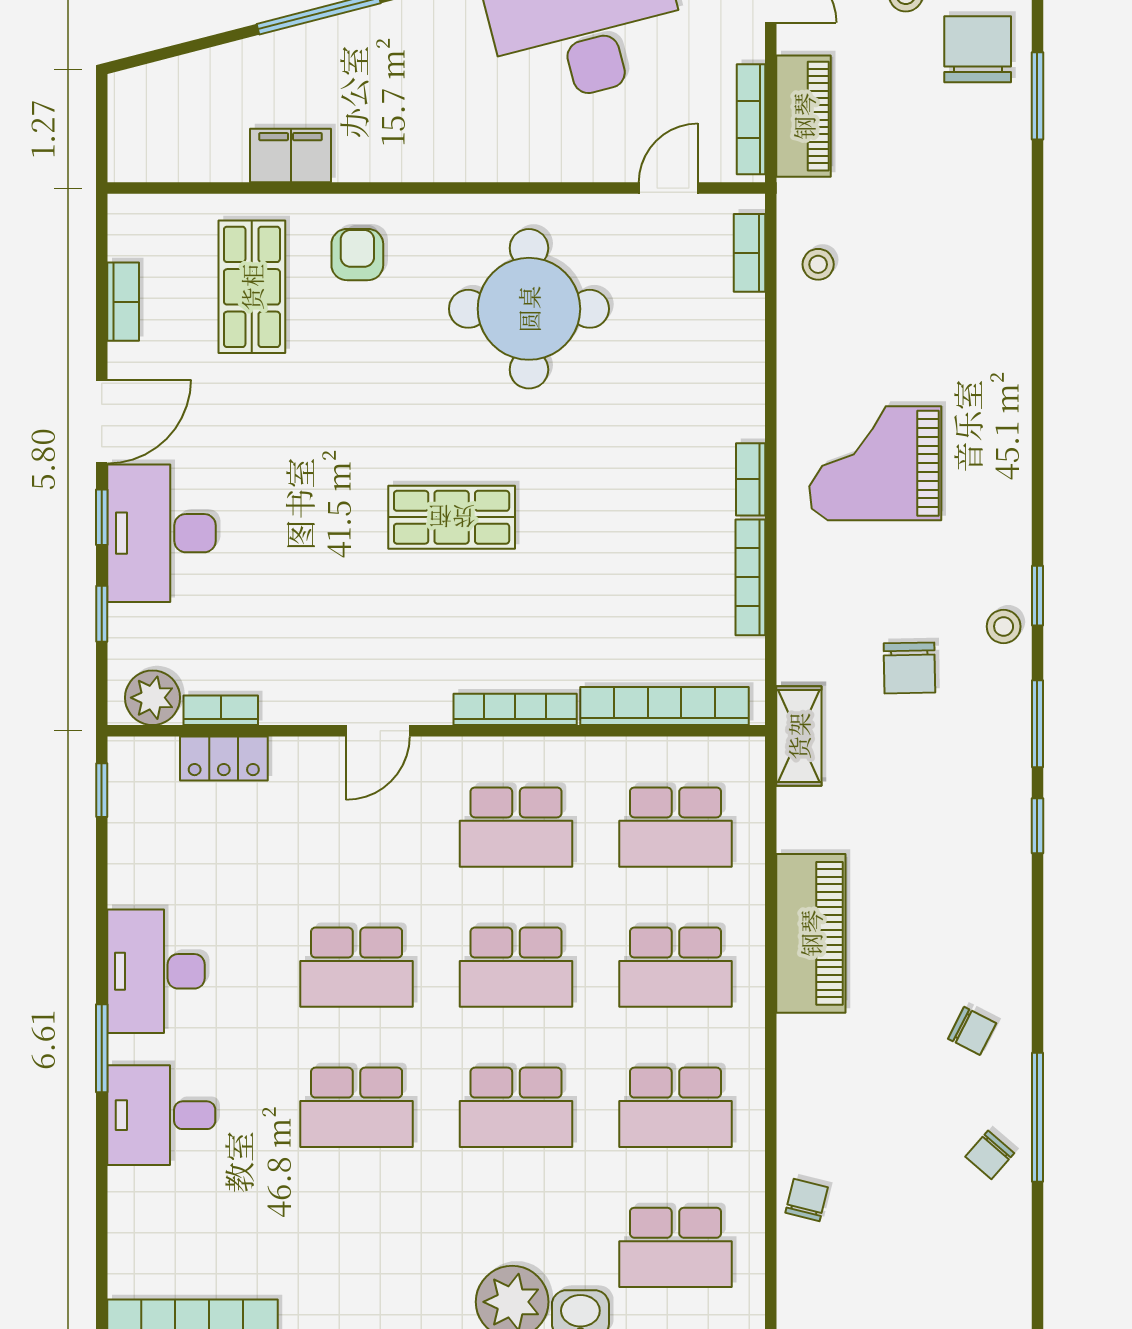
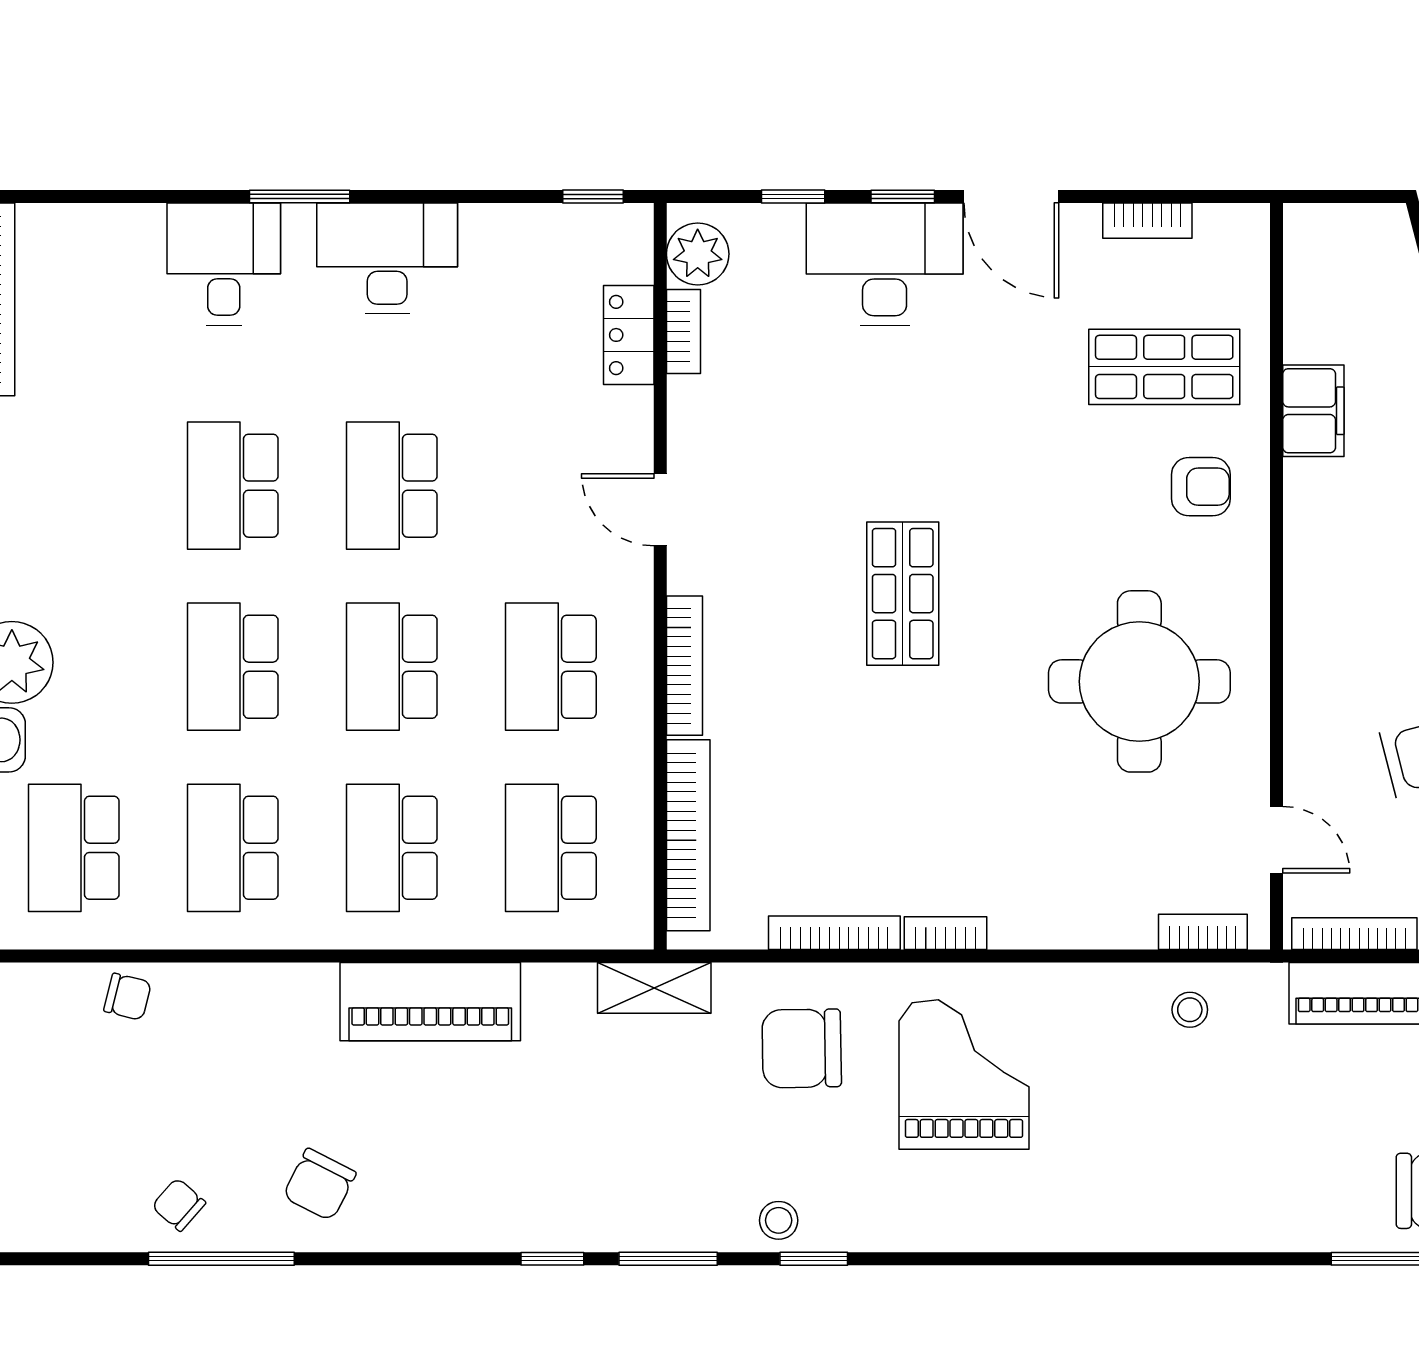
chair: (909, 668) -> (802, 1048), moved, width x1.37, depth x1.37
chair: (972, 1031) -> (319, 1185), width x1.37, depth x1.37

